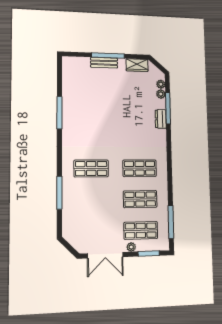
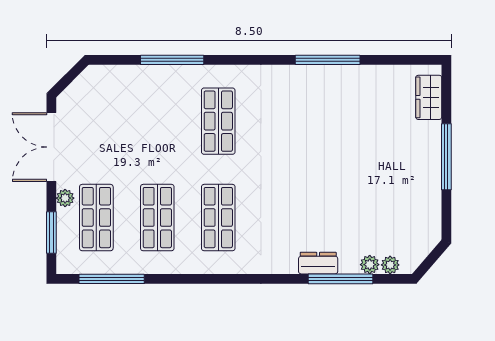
bench: (104, 63) -> (431, 149), removed
wardrobe: (137, 65) -> (429, 97), moved

